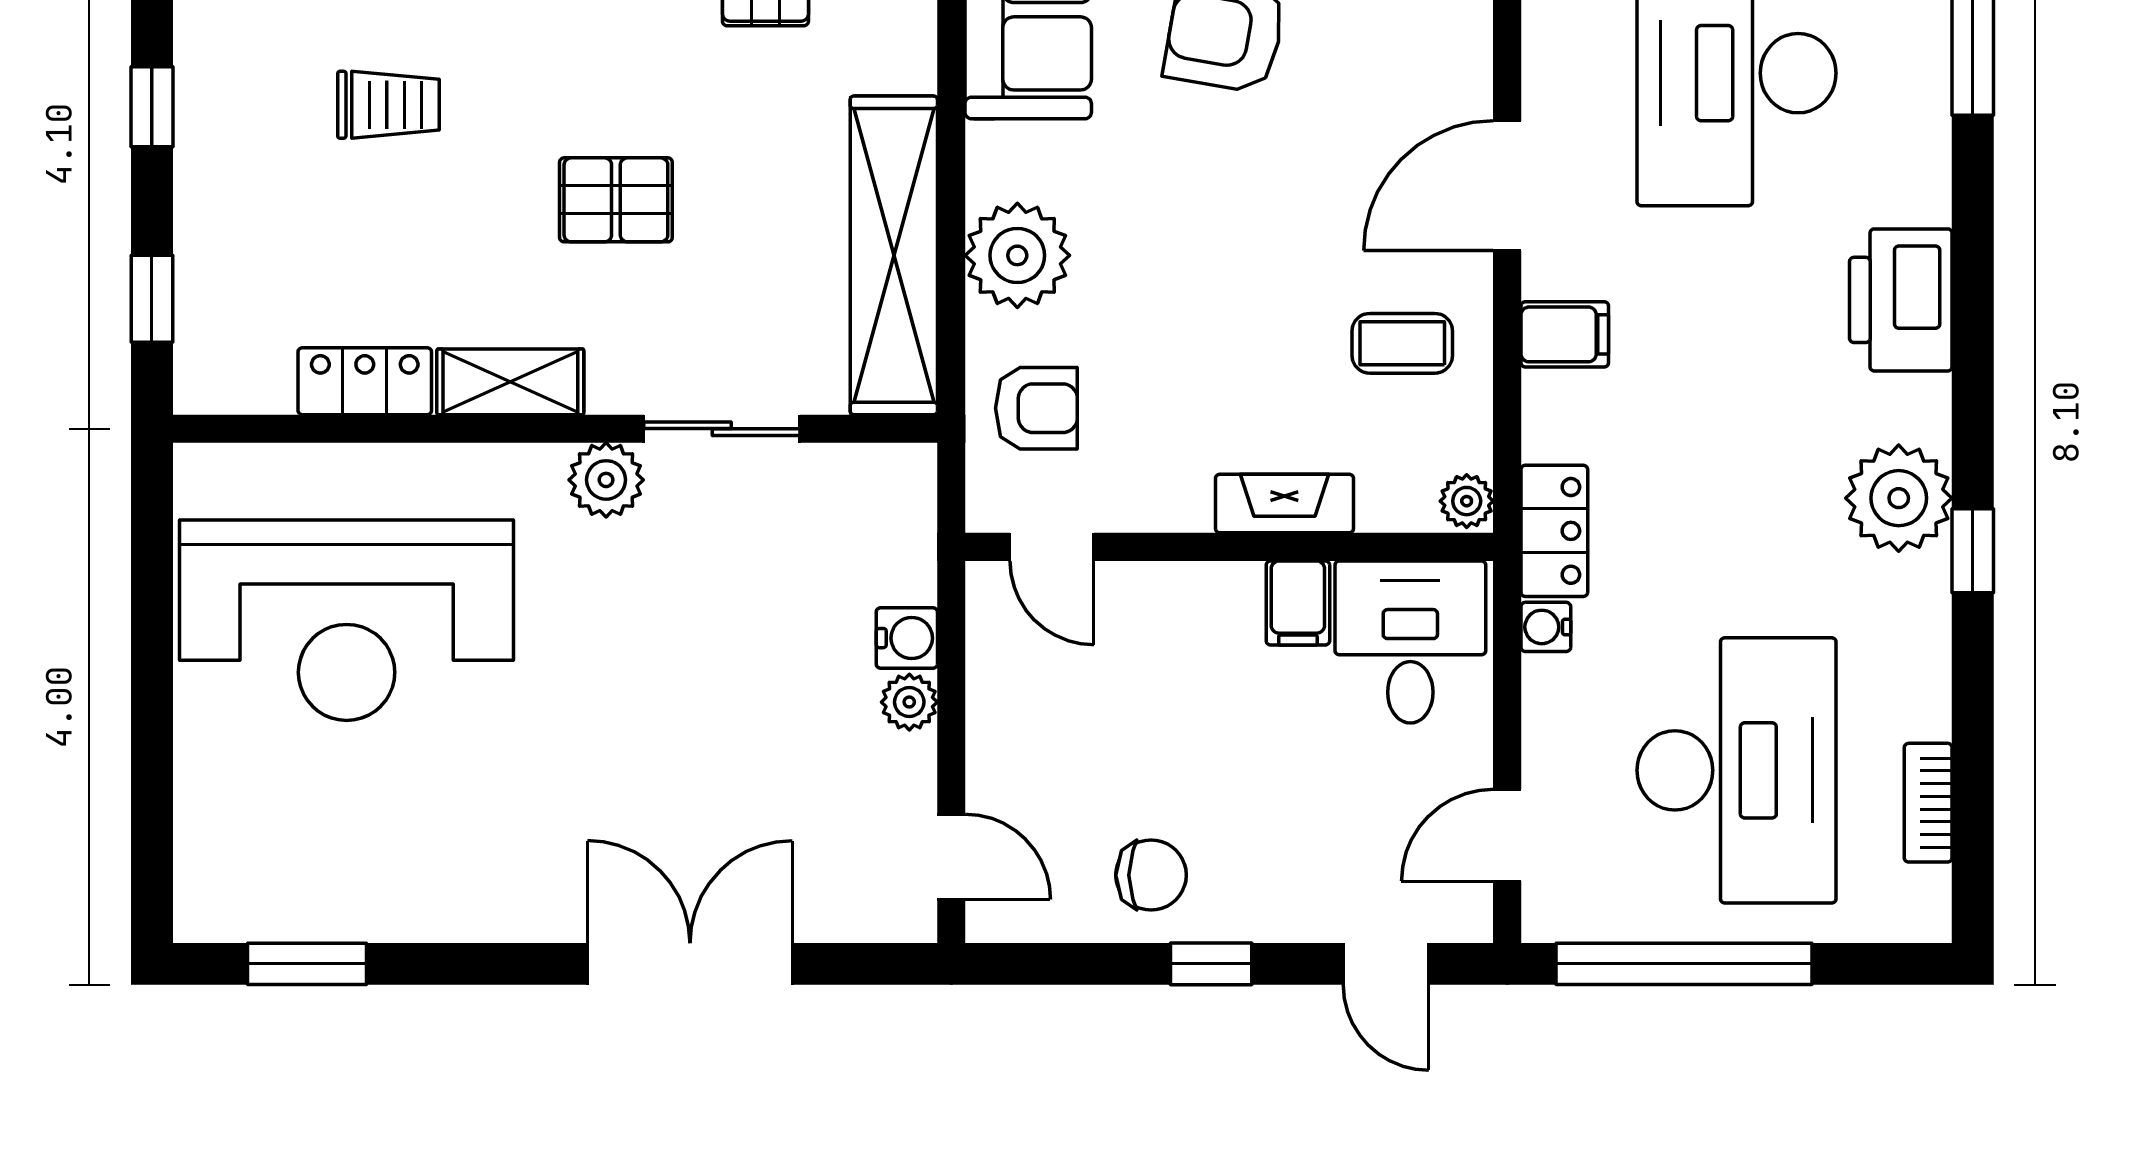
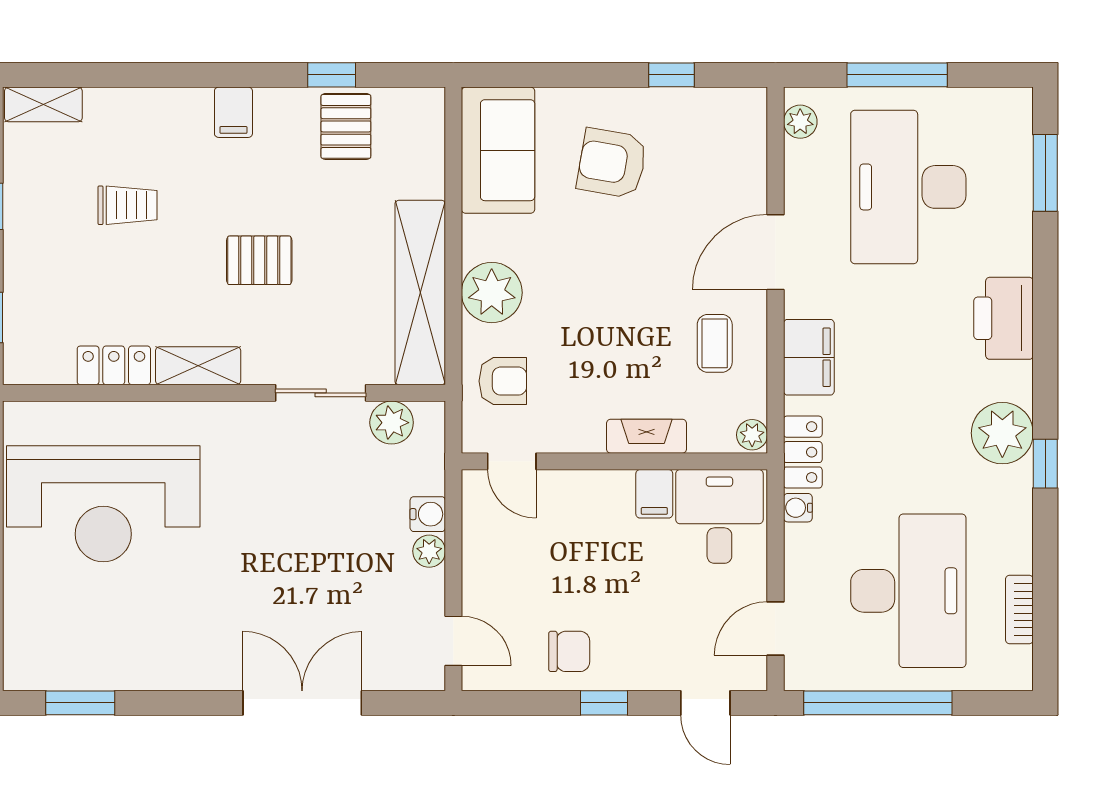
filing cabinet: (1565, 334) -> (809, 357), width x2.00
coffee table: (1402, 343) -> (715, 343), turned 90
plant: (606, 480) -> (392, 423), moved

